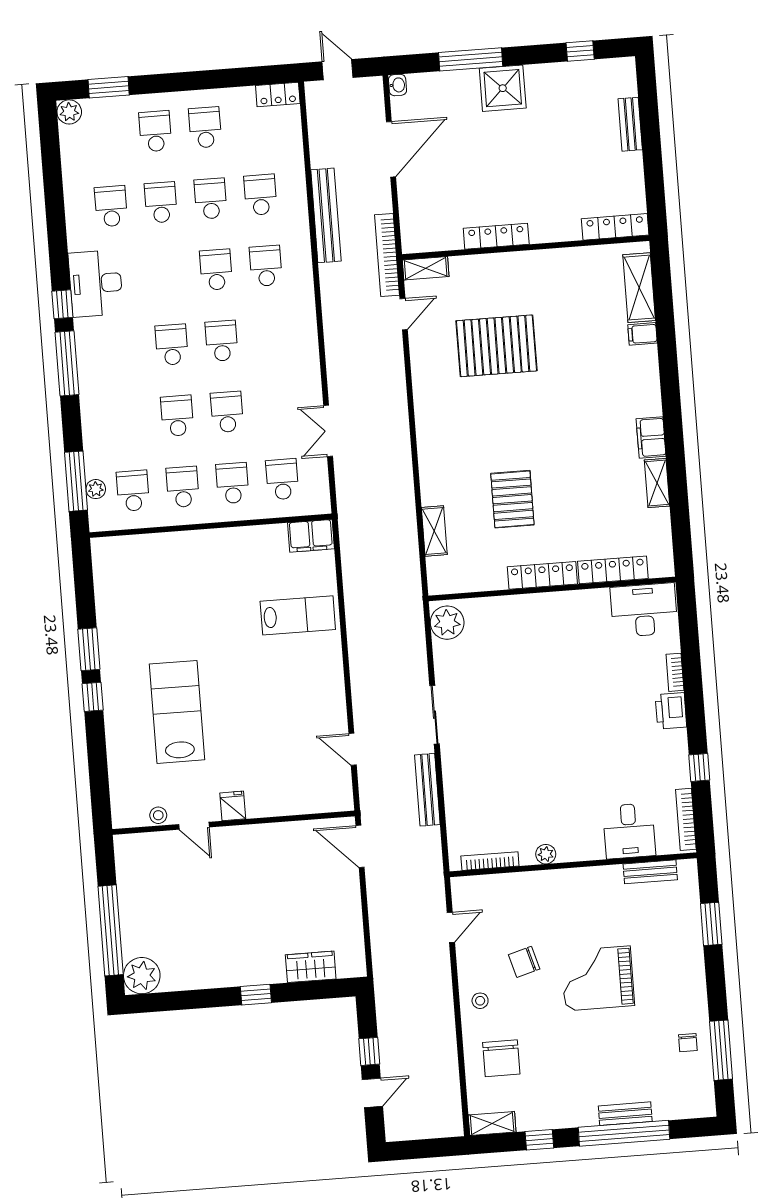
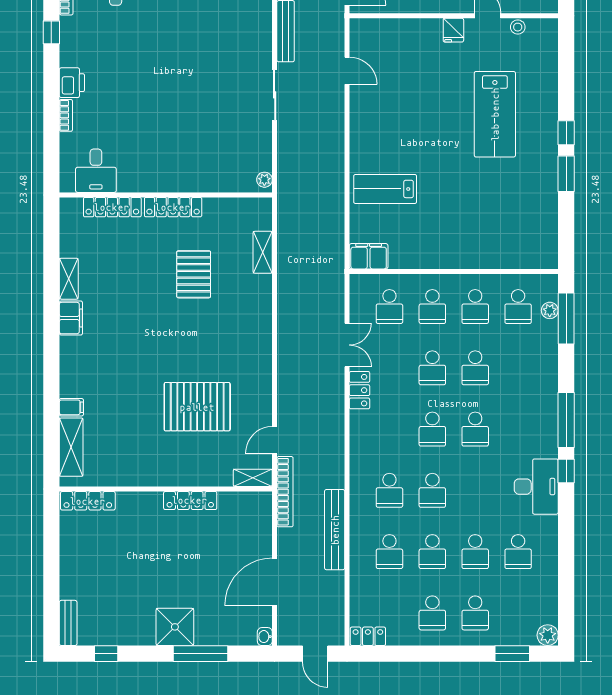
bench: (630, 124) -> (68, 623), moved
locker: (310, 380) -> (360, 390), added
desk: (644, 610) -> (96, 171), width x0.73
plant: (447, 623) -> (264, 180), width x0.53, depth x0.53

